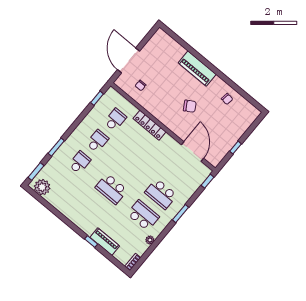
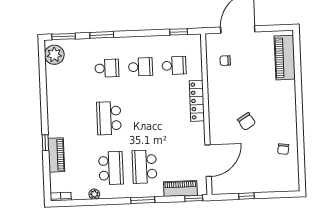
piano: (197, 68) -> (285, 58), moved
piano: (194, 184) -> (180, 188), added

